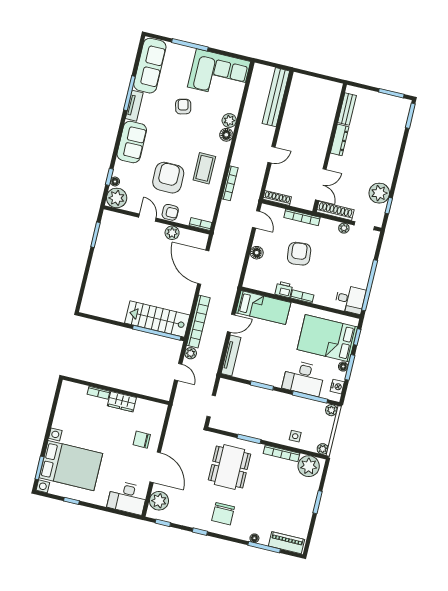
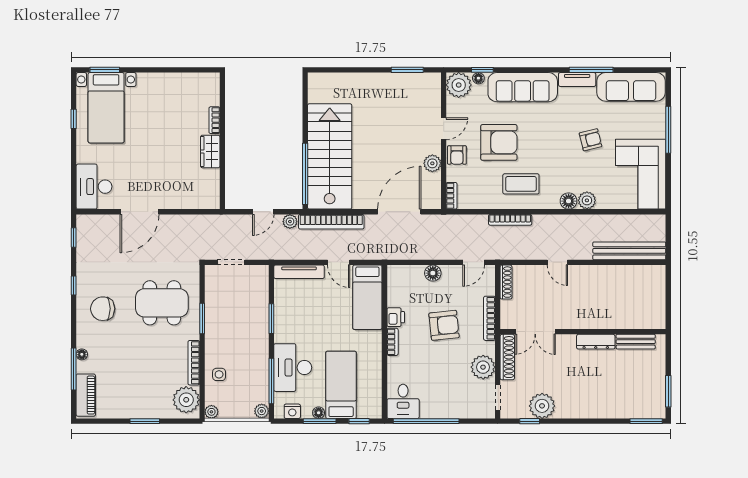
sofa: (132, 142) -> (523, 87), width x1.36
plant: (344, 228) -> (483, 367), width x1.87, depth x1.87
stairs: (157, 319) -> (330, 156), width x1.36, depth x1.51
bed: (327, 338) -> (341, 385), width x0.67
chair: (142, 440) -> (170, 187), removed
bed with nightstands: (71, 466) -> (106, 108), width x0.73
plant: (159, 501) -> (100, 226), removed

